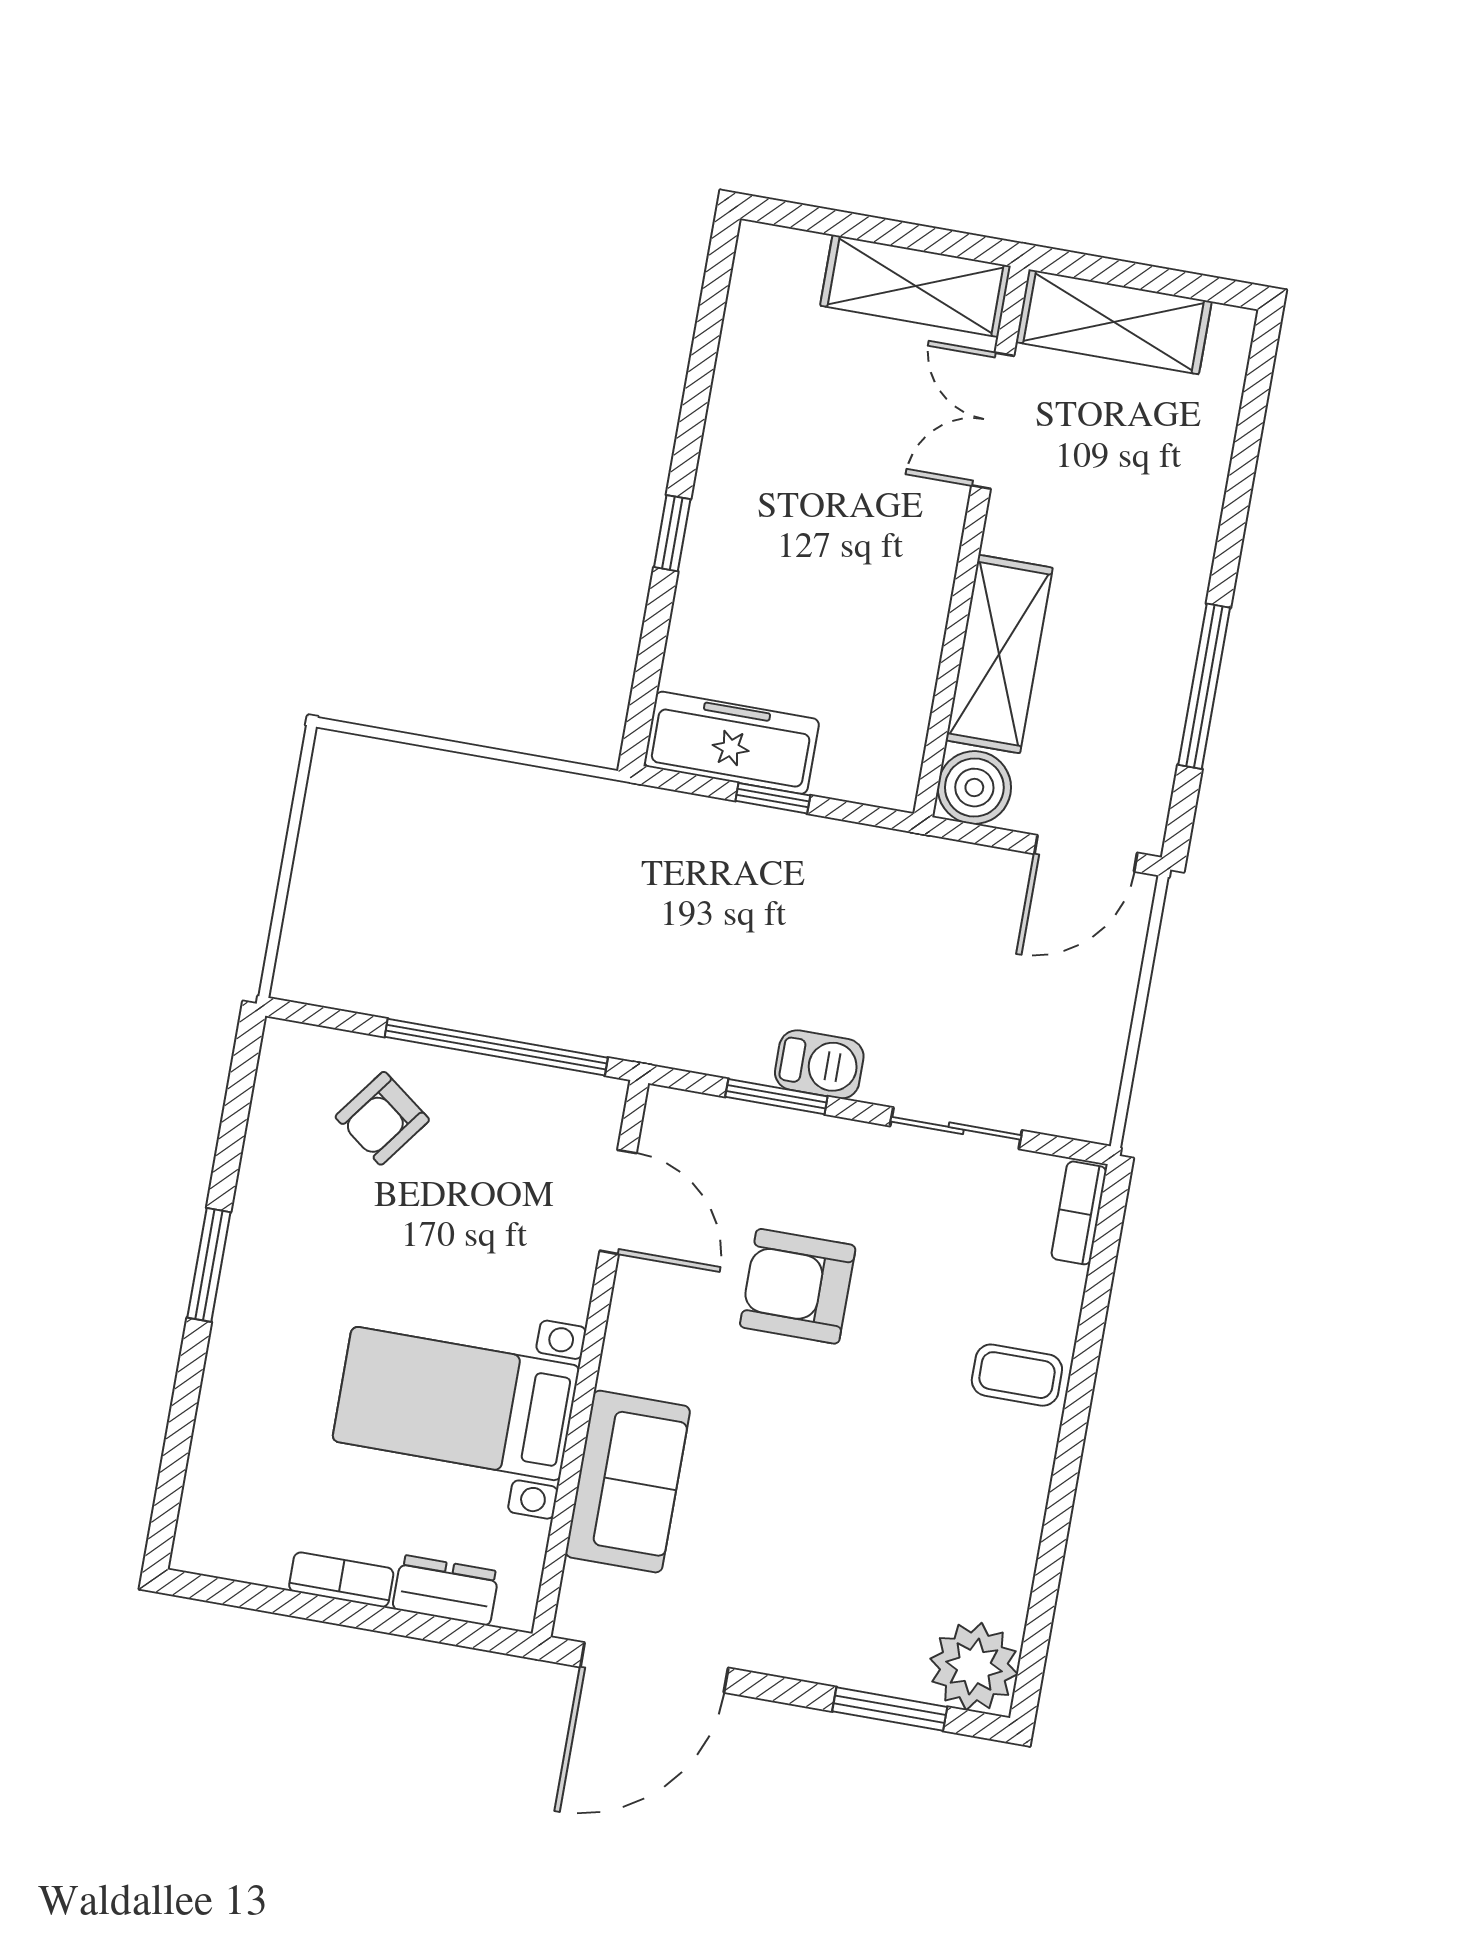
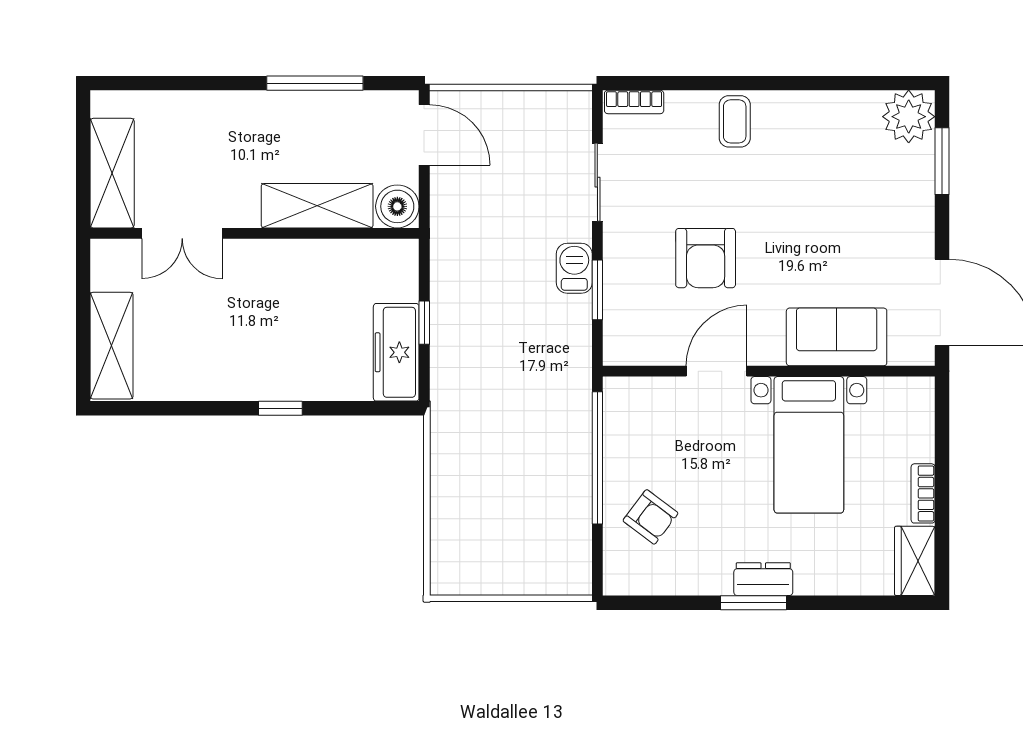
shelving: (916, 286) -> (112, 346), moved
door: (618, 1202) -> (716, 371), moved
wardrobe: (231, 1546) -> (915, 561), added
dresser: (446, 1590) -> (763, 579), moved, turned 90

